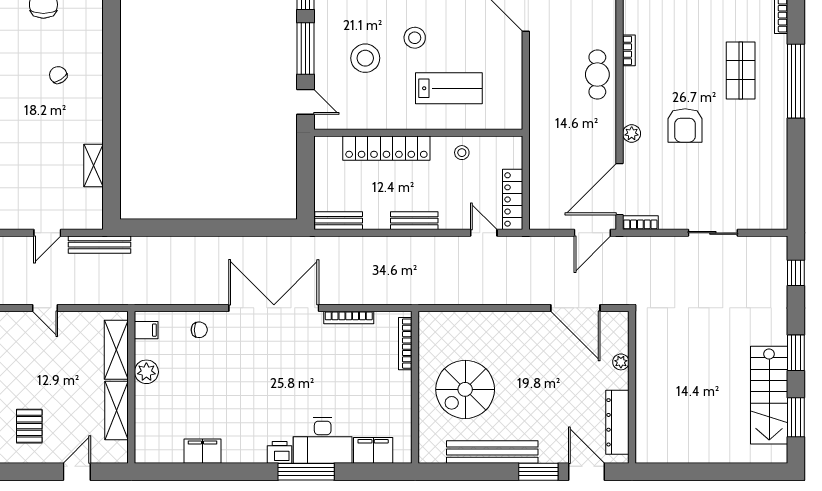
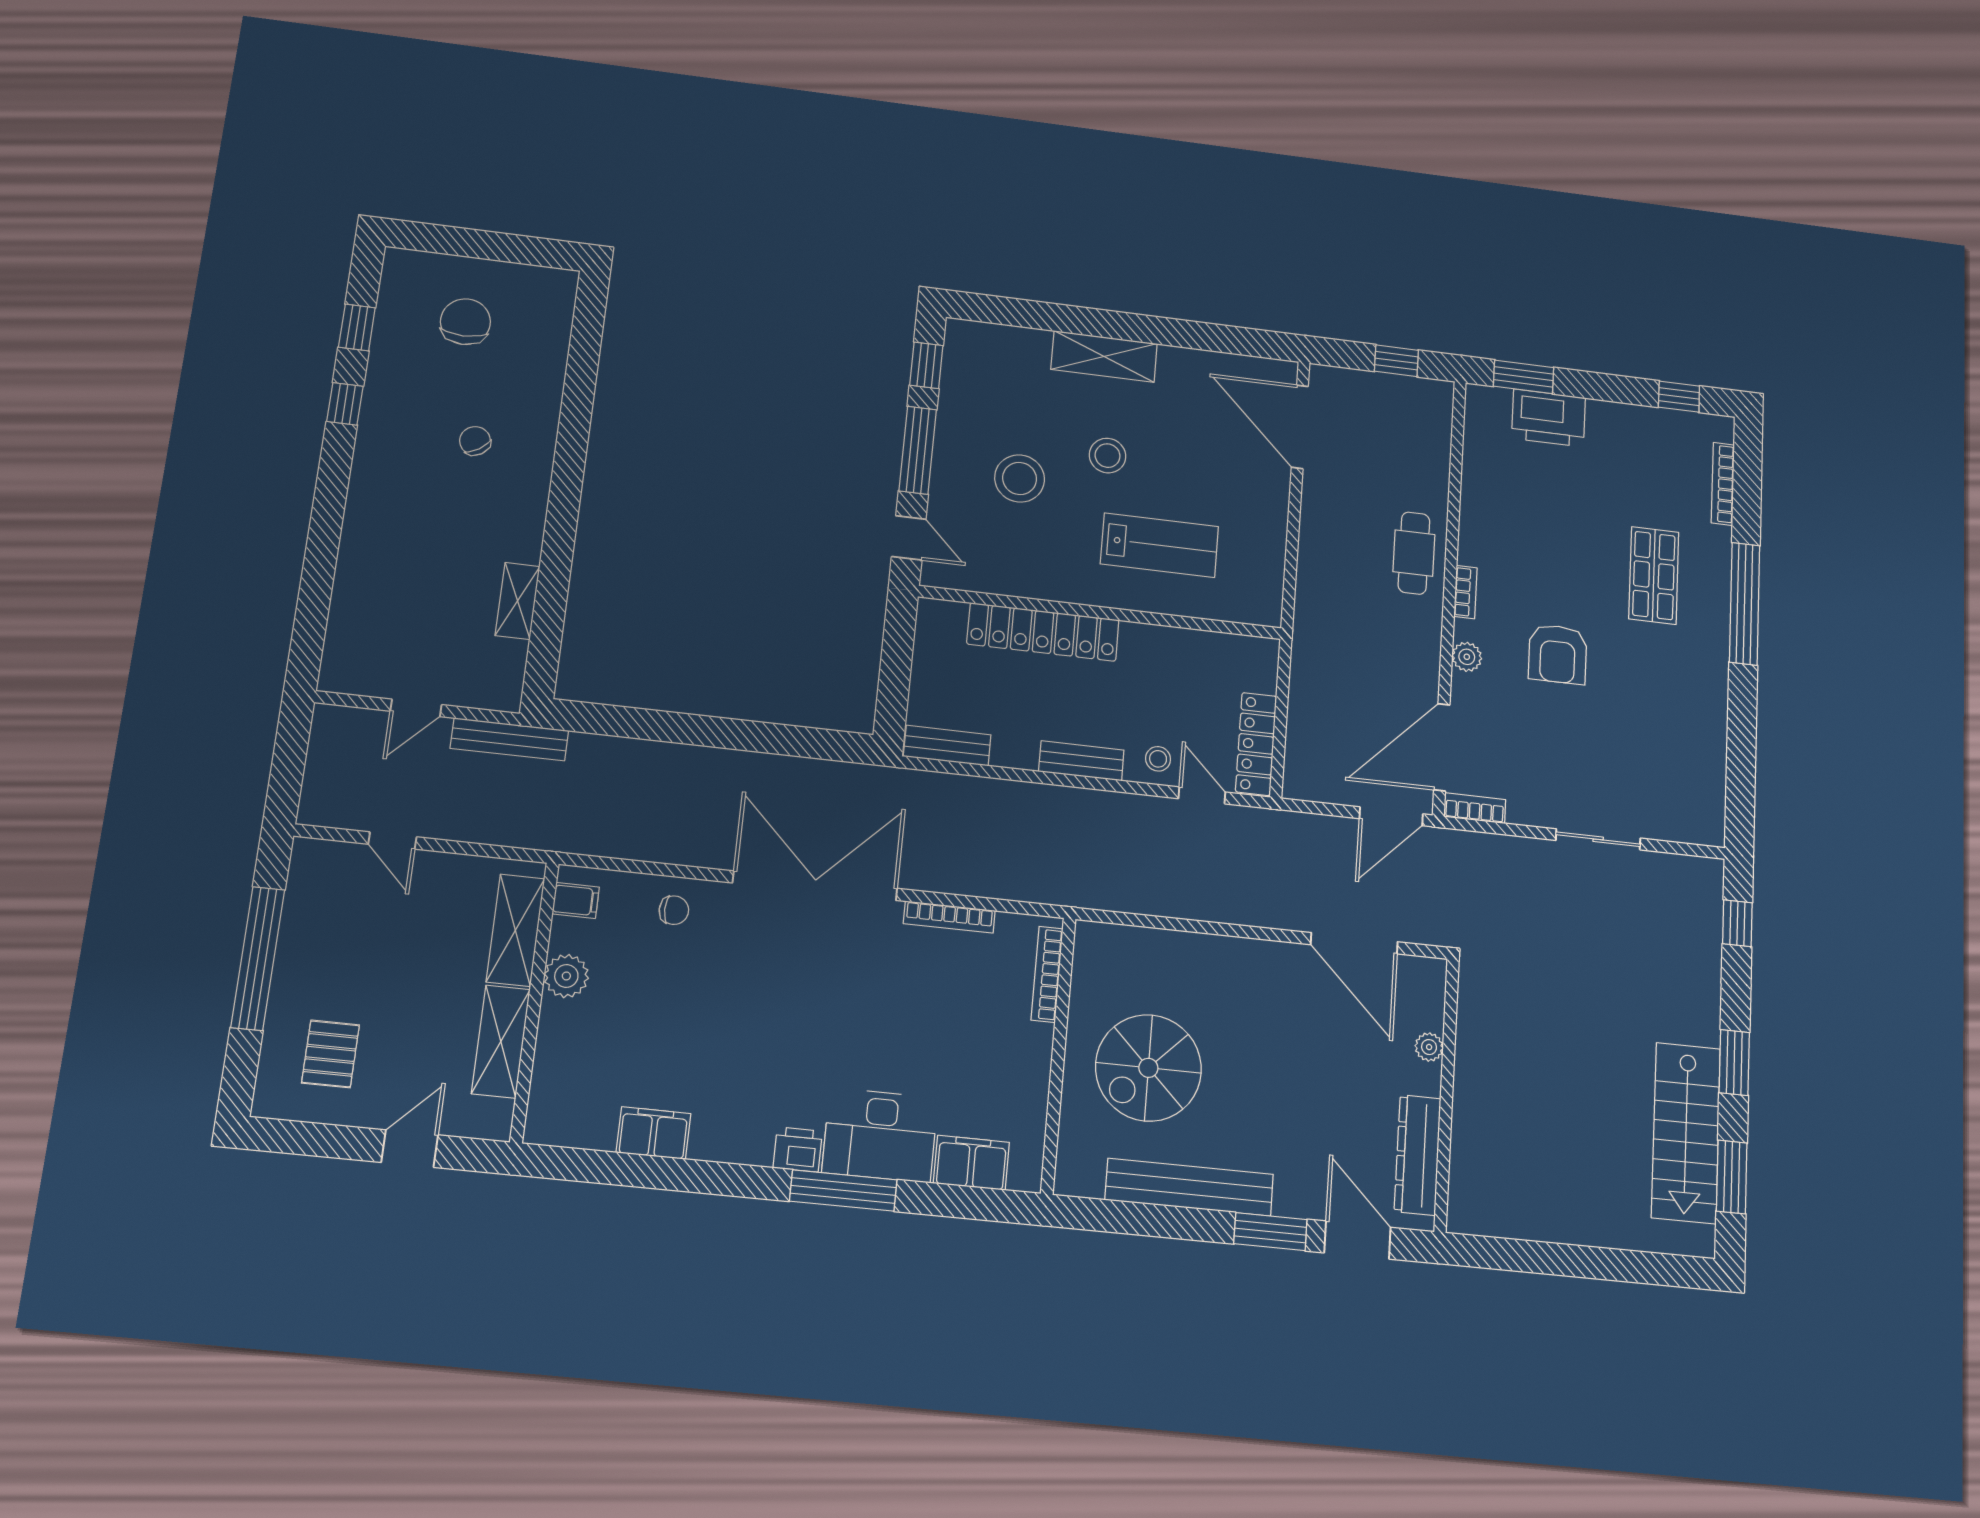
bookcase: (629, 50) -> (1465, 592), moved
stool: (462, 153) -> (1158, 759), moved

